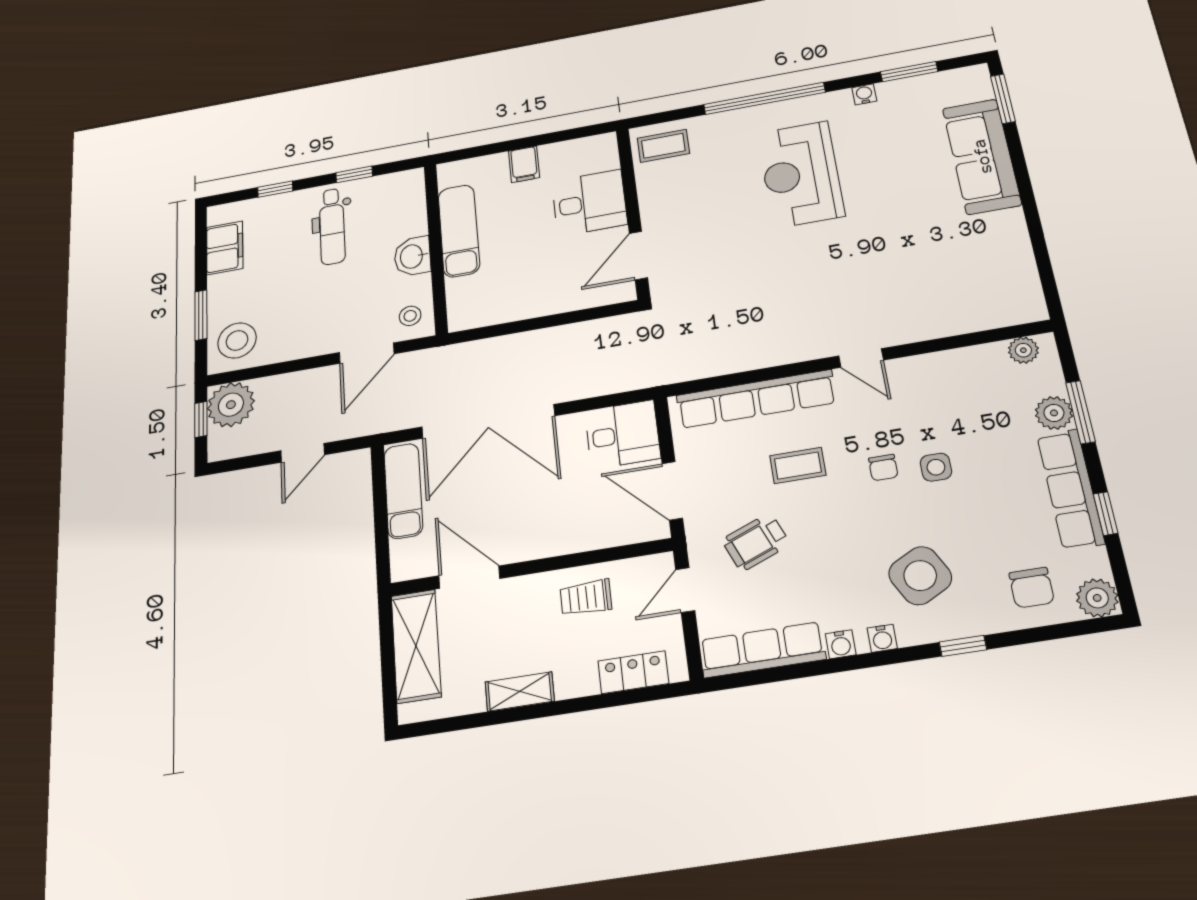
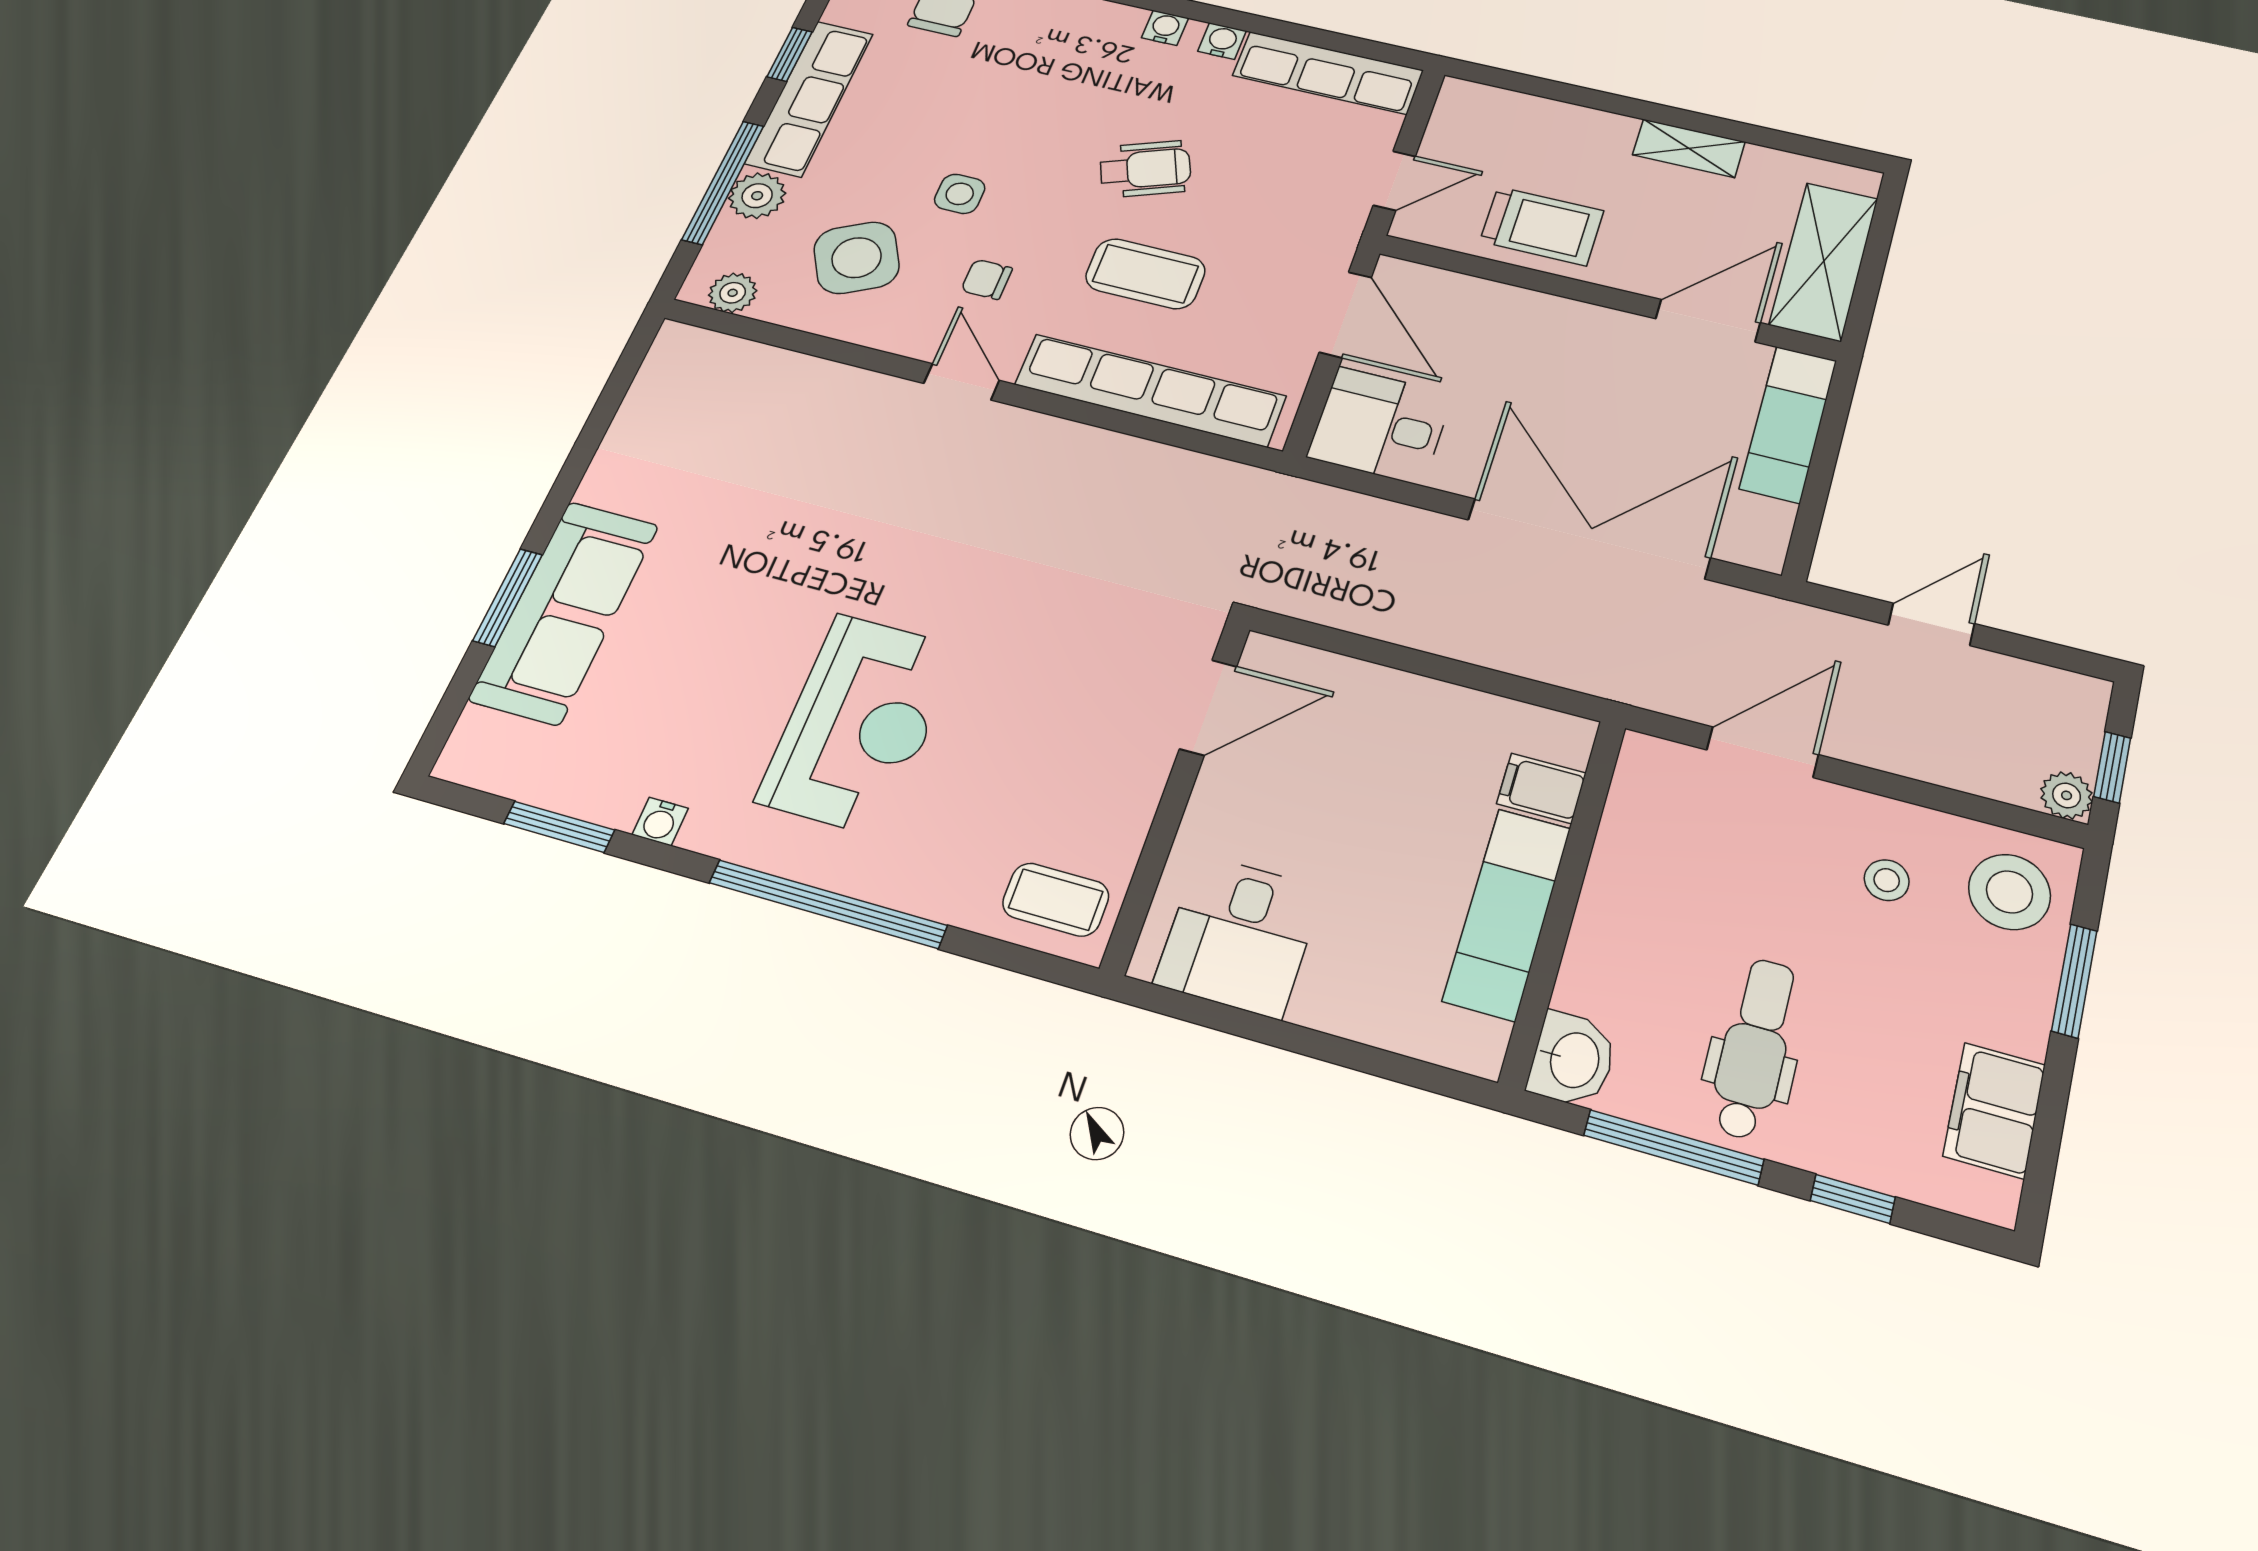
window: (1003, 99) -> (508, 597), moved
filing cabinet: (524, 164) -> (1541, 788), moved, turned -90
window: (354, 174) -> (1674, 1147), width x2.17
desk: (589, 203) -> (1239, 936), moved, turned -90
washbasin: (412, 256) -> (1572, 1059), moved
stool: (410, 316) -> (1887, 880), moved
plant: (231, 405) -> (2067, 795), width x0.53, depth x0.53
window: (1080, 412) -> (723, 182), width x1.44
coffee table: (798, 466) -> (1145, 274), width x1.36, depth x1.30
chair: (883, 468) -> (987, 279), moved, turned -90
exam couch: (403, 491) -> (1788, 424), moved
wheelchair: (756, 542) -> (1145, 169), moved
side table: (920, 576) -> (857, 258), moved
door: (469, 577) -> (1708, 321), swing flipped
trolley: (586, 598) -> (1542, 226), width x1.36, depth x1.39
locker: (633, 672) -> (1517, 112), removed

